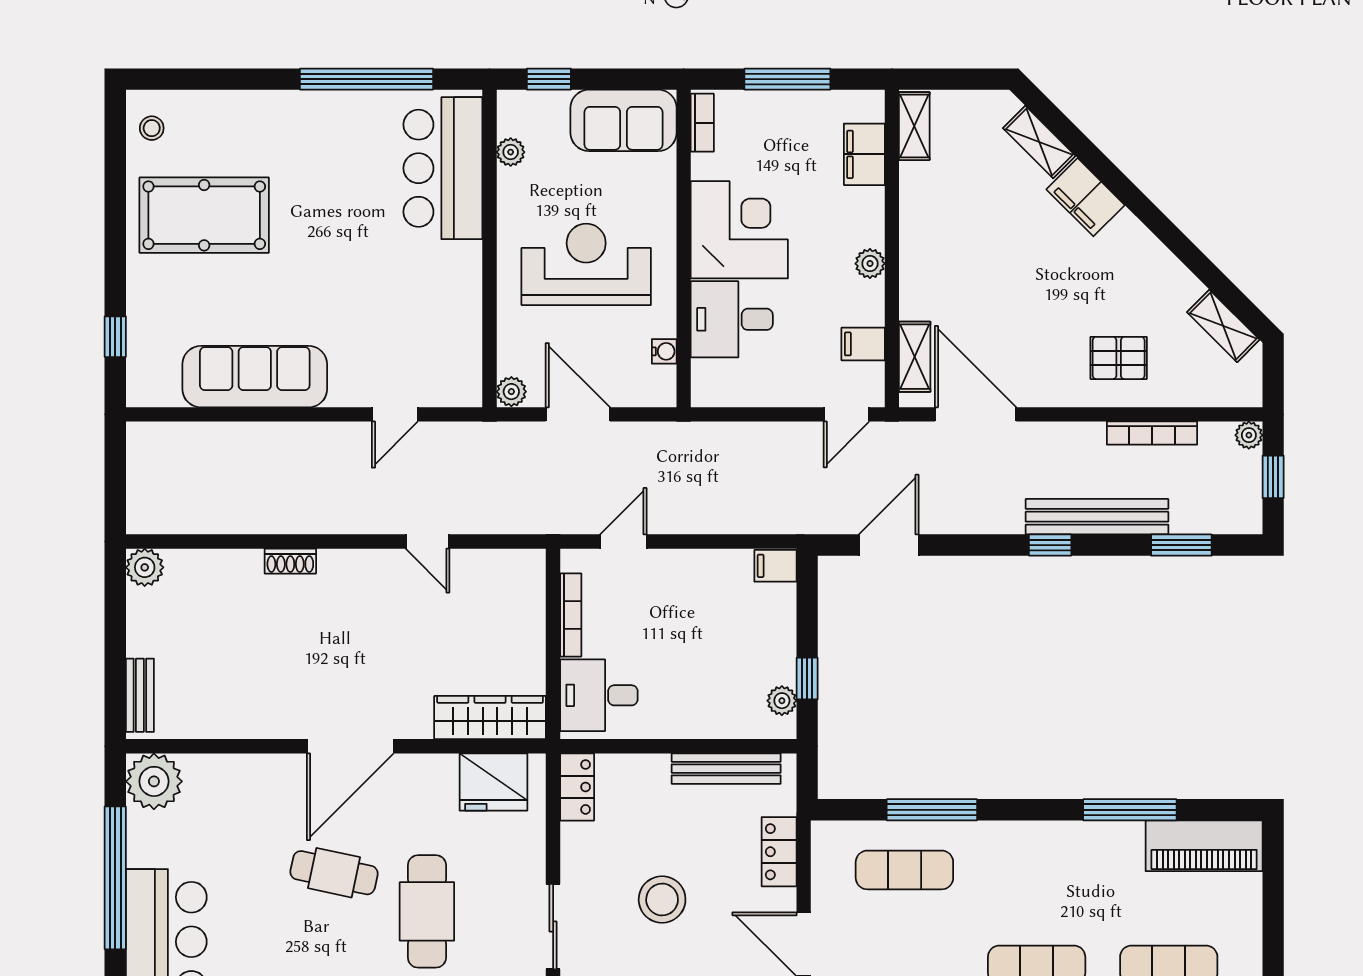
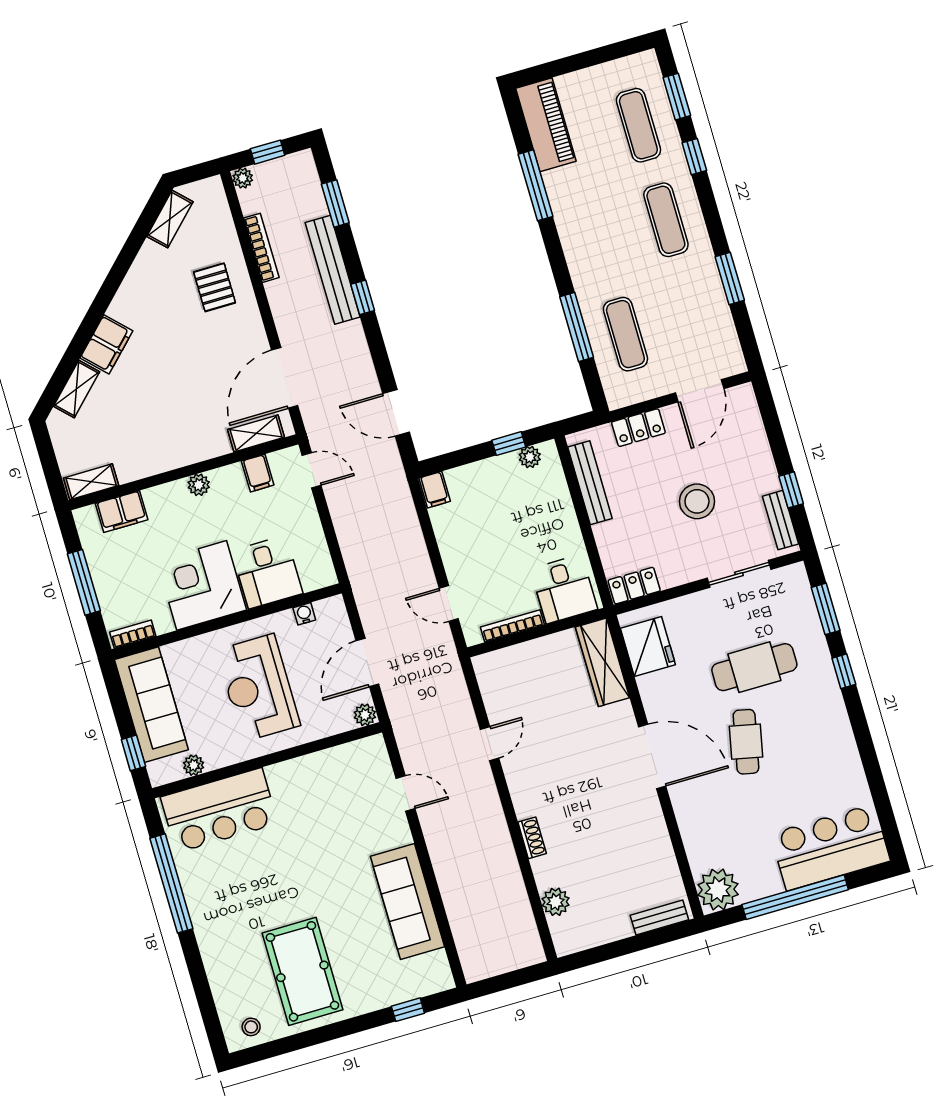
sofa: (624, 120) -> (151, 705), width x1.36
plant: (145, 567) -> (556, 902), moved

